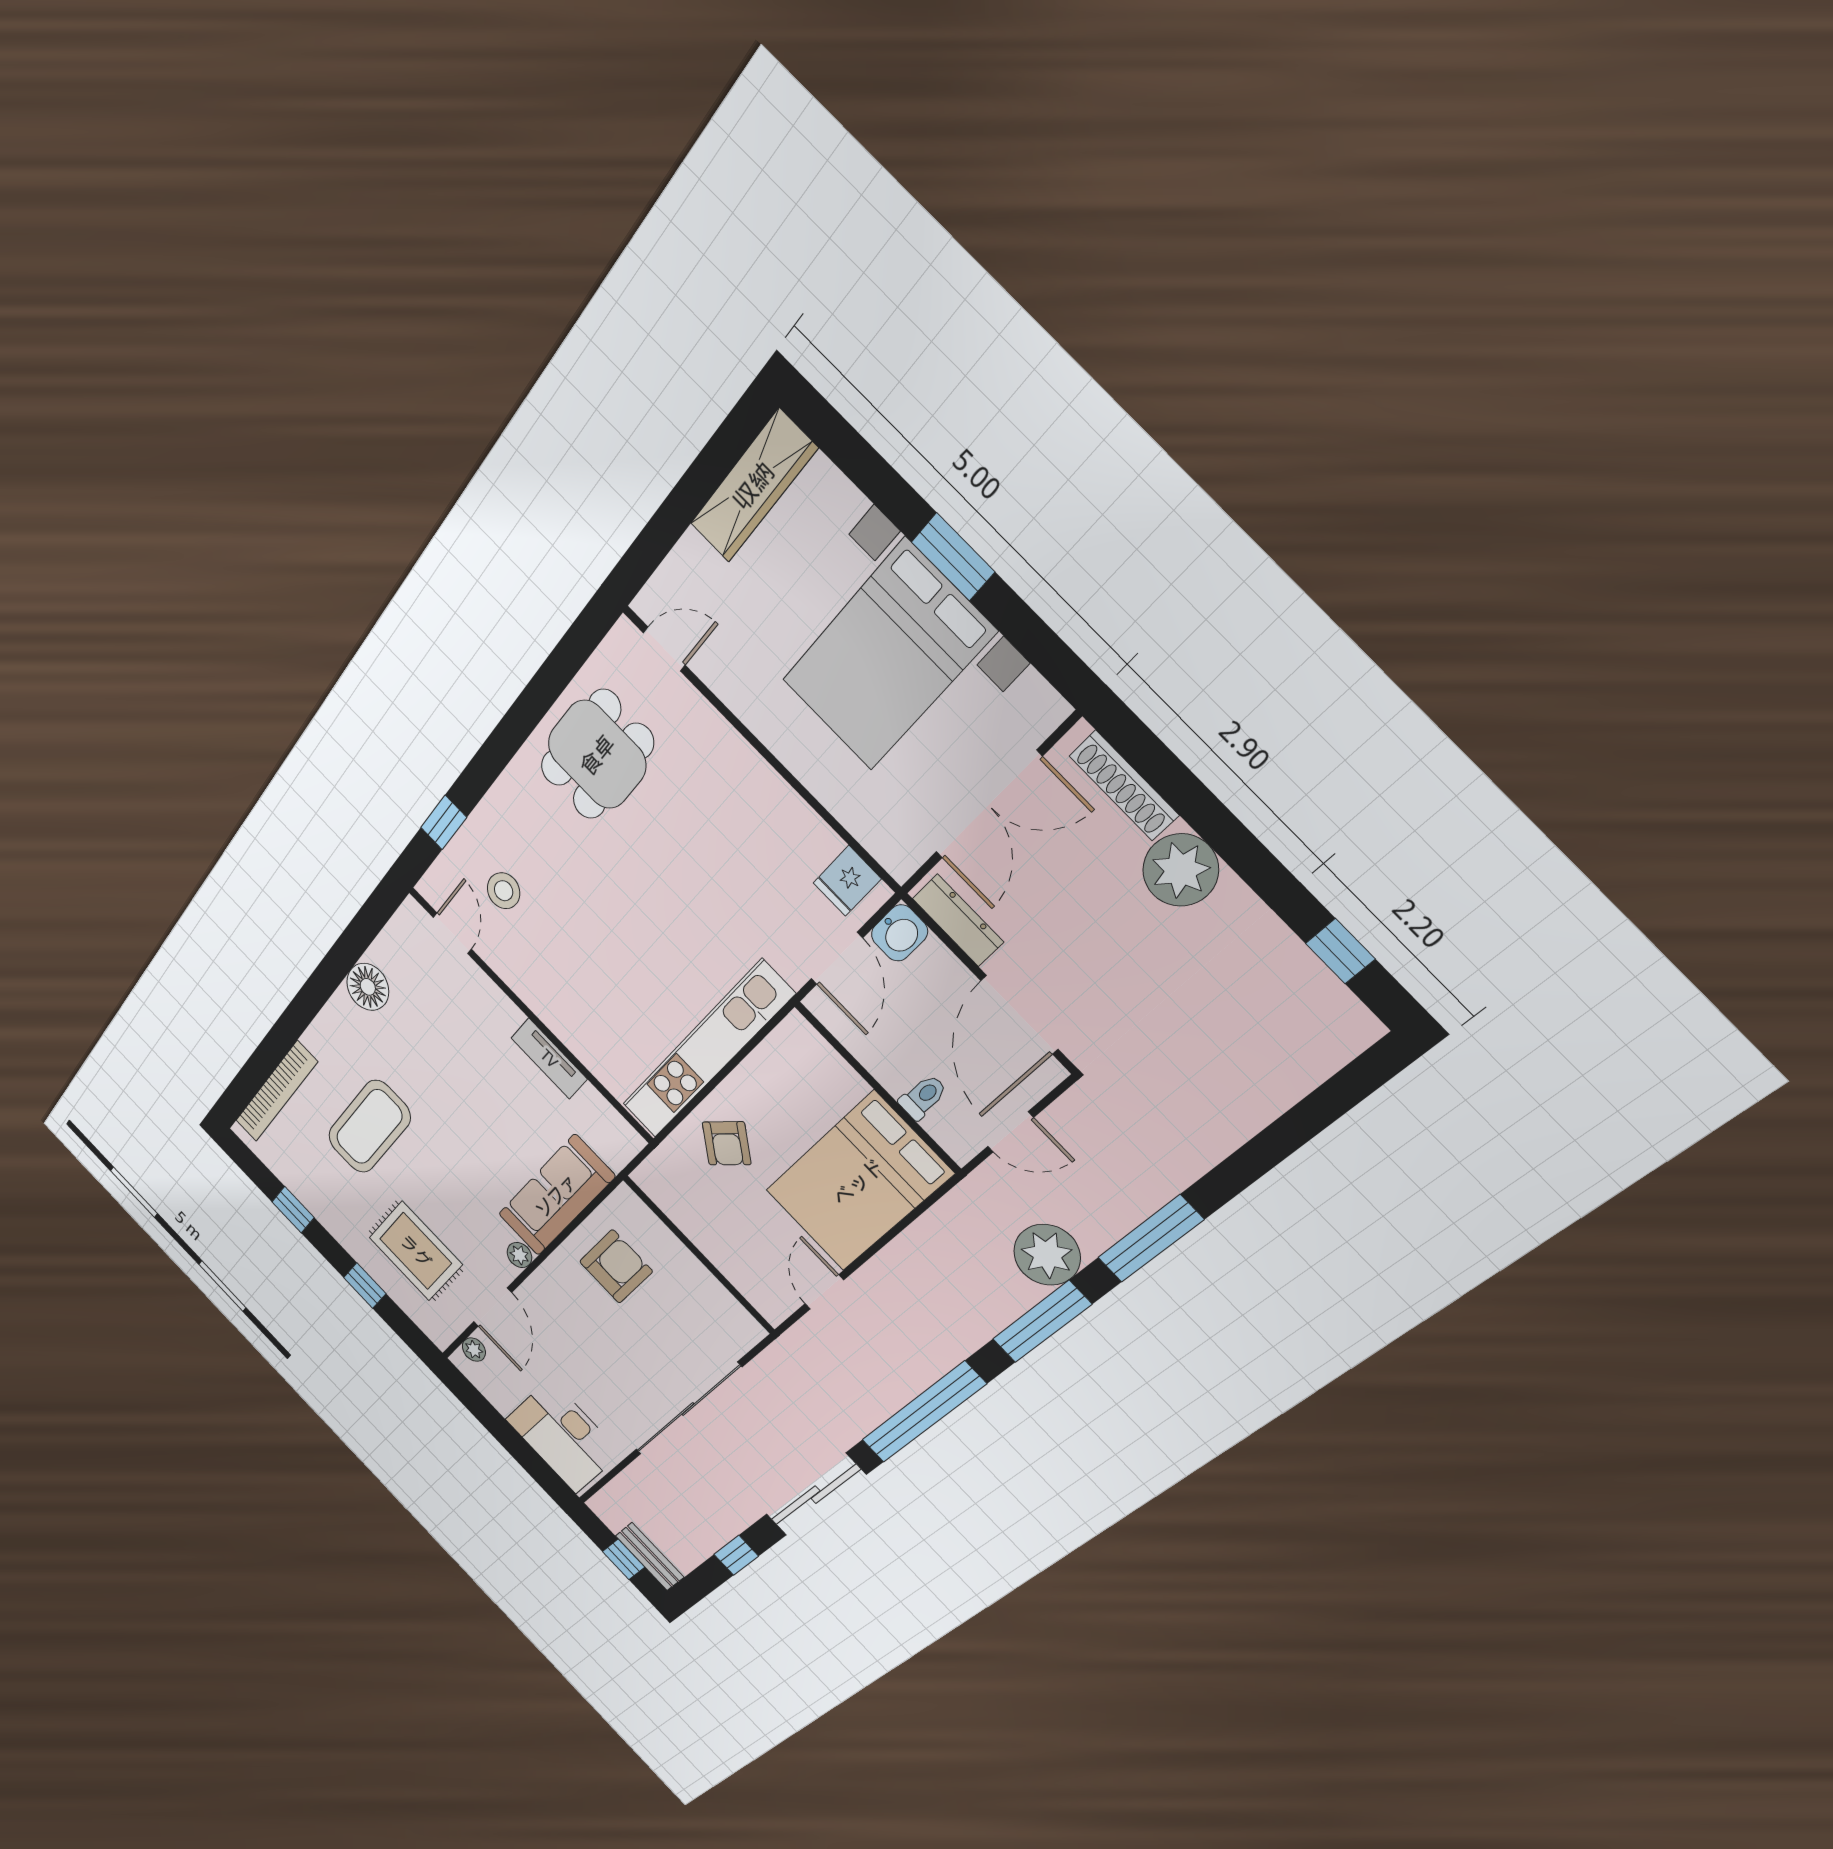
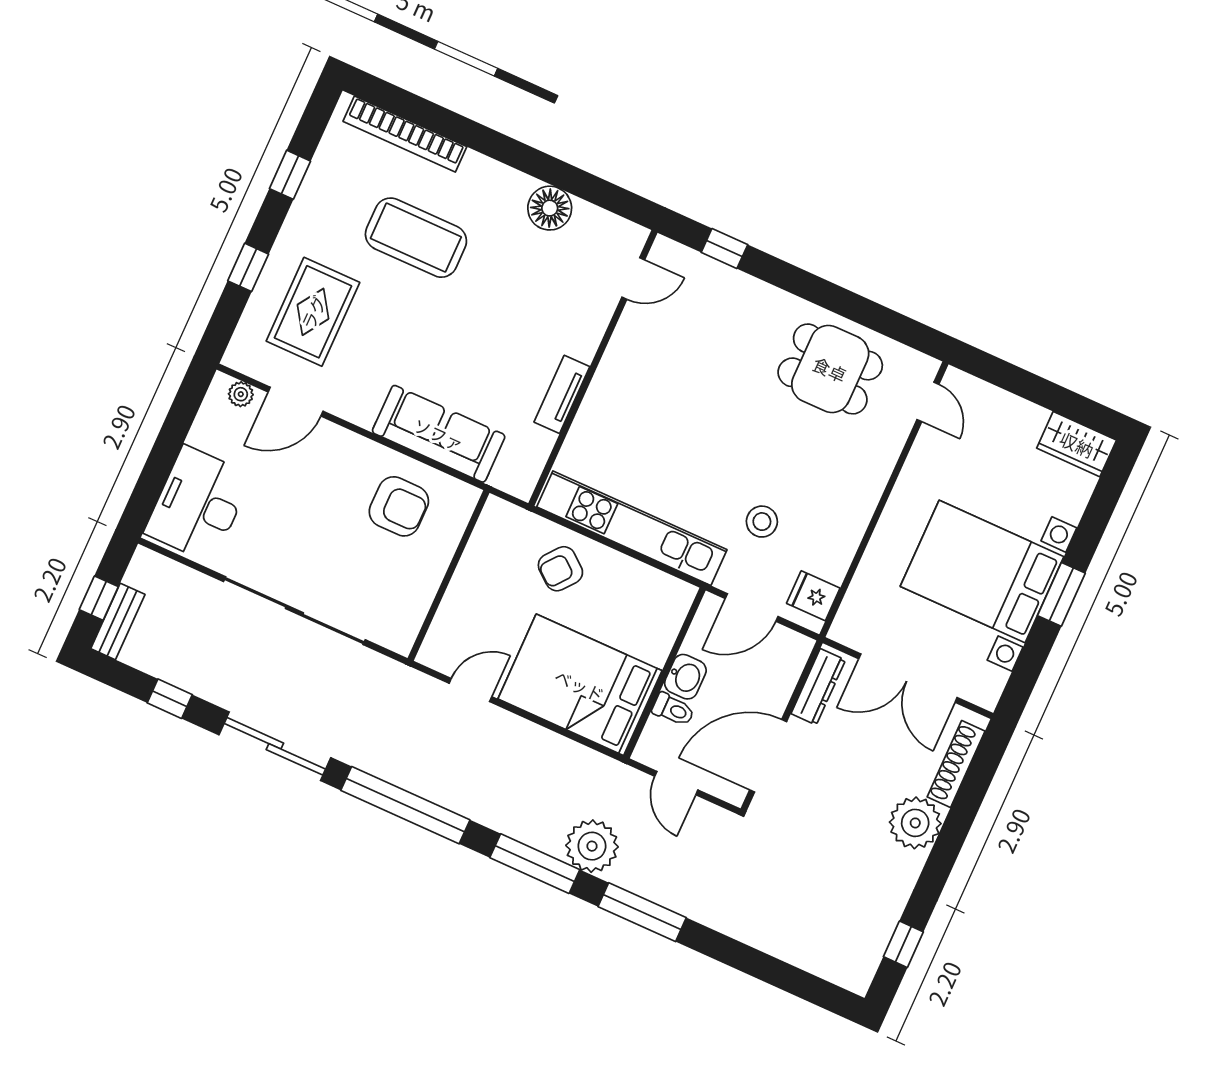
wardrobe: (753, 486) -> (1077, 444), width x0.67
stool: (504, 891) -> (762, 522), moved
washbasin: (899, 933) -> (685, 677), moved, turned -90
plant: (519, 1255) -> (363, 414), removed

